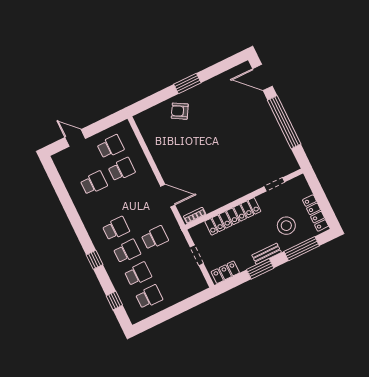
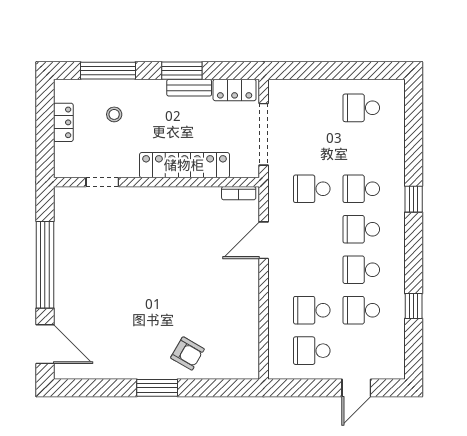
door: (75, 138) -> (356, 388), hinge flipped
door: (168, 196) -> (264, 240), hinge flipped
locker: (316, 213) -> (63, 122), width x0.66
stool: (286, 226) -> (114, 114), width x0.53, depth x0.53
bench: (267, 254) -> (189, 88), moved
doorway: (197, 255) -> (264, 134), width x1.88
school desk: (138, 274) -> (361, 270), moved
window: (114, 300) -> (414, 306), moved

